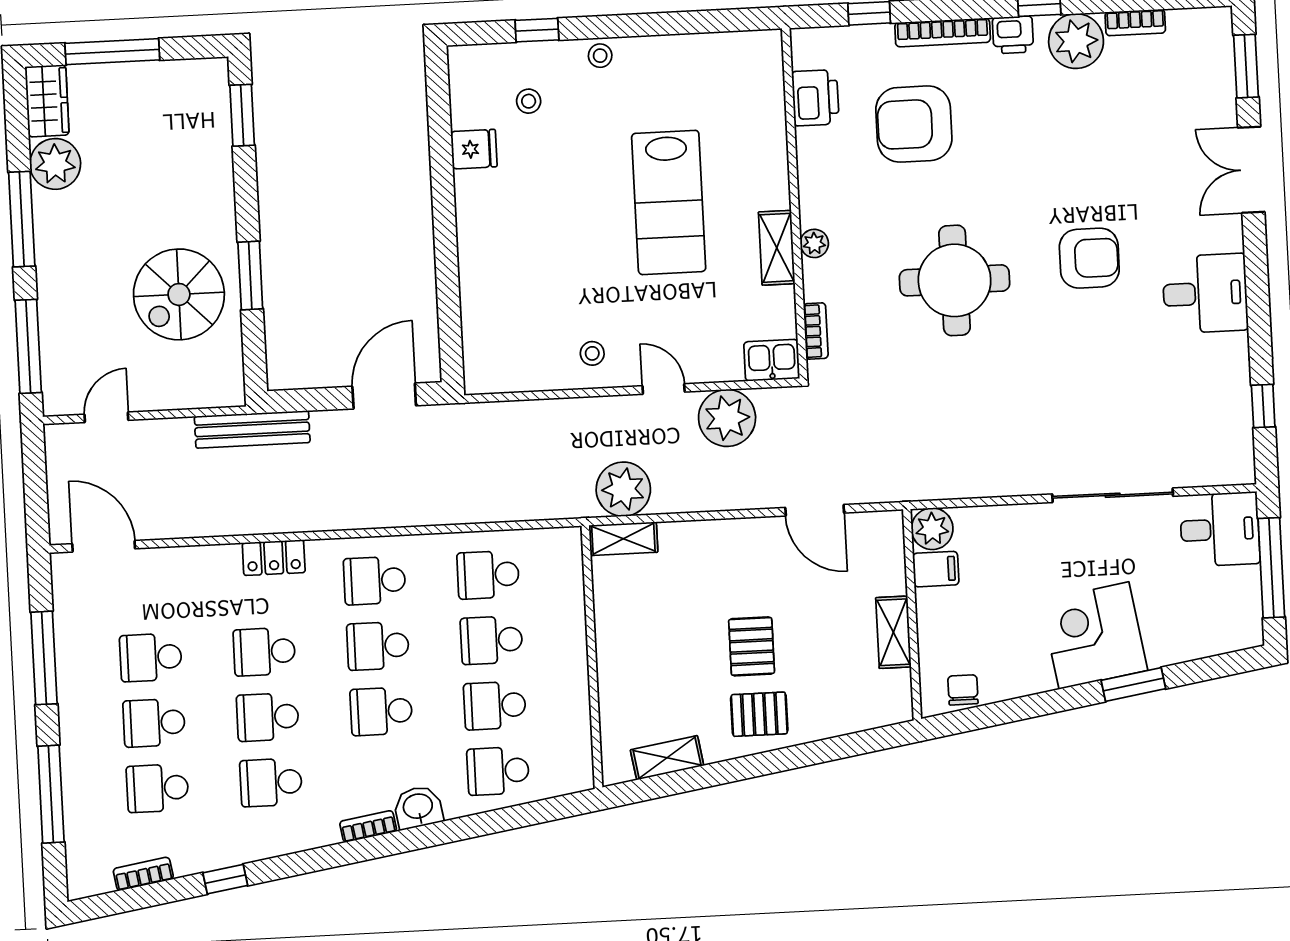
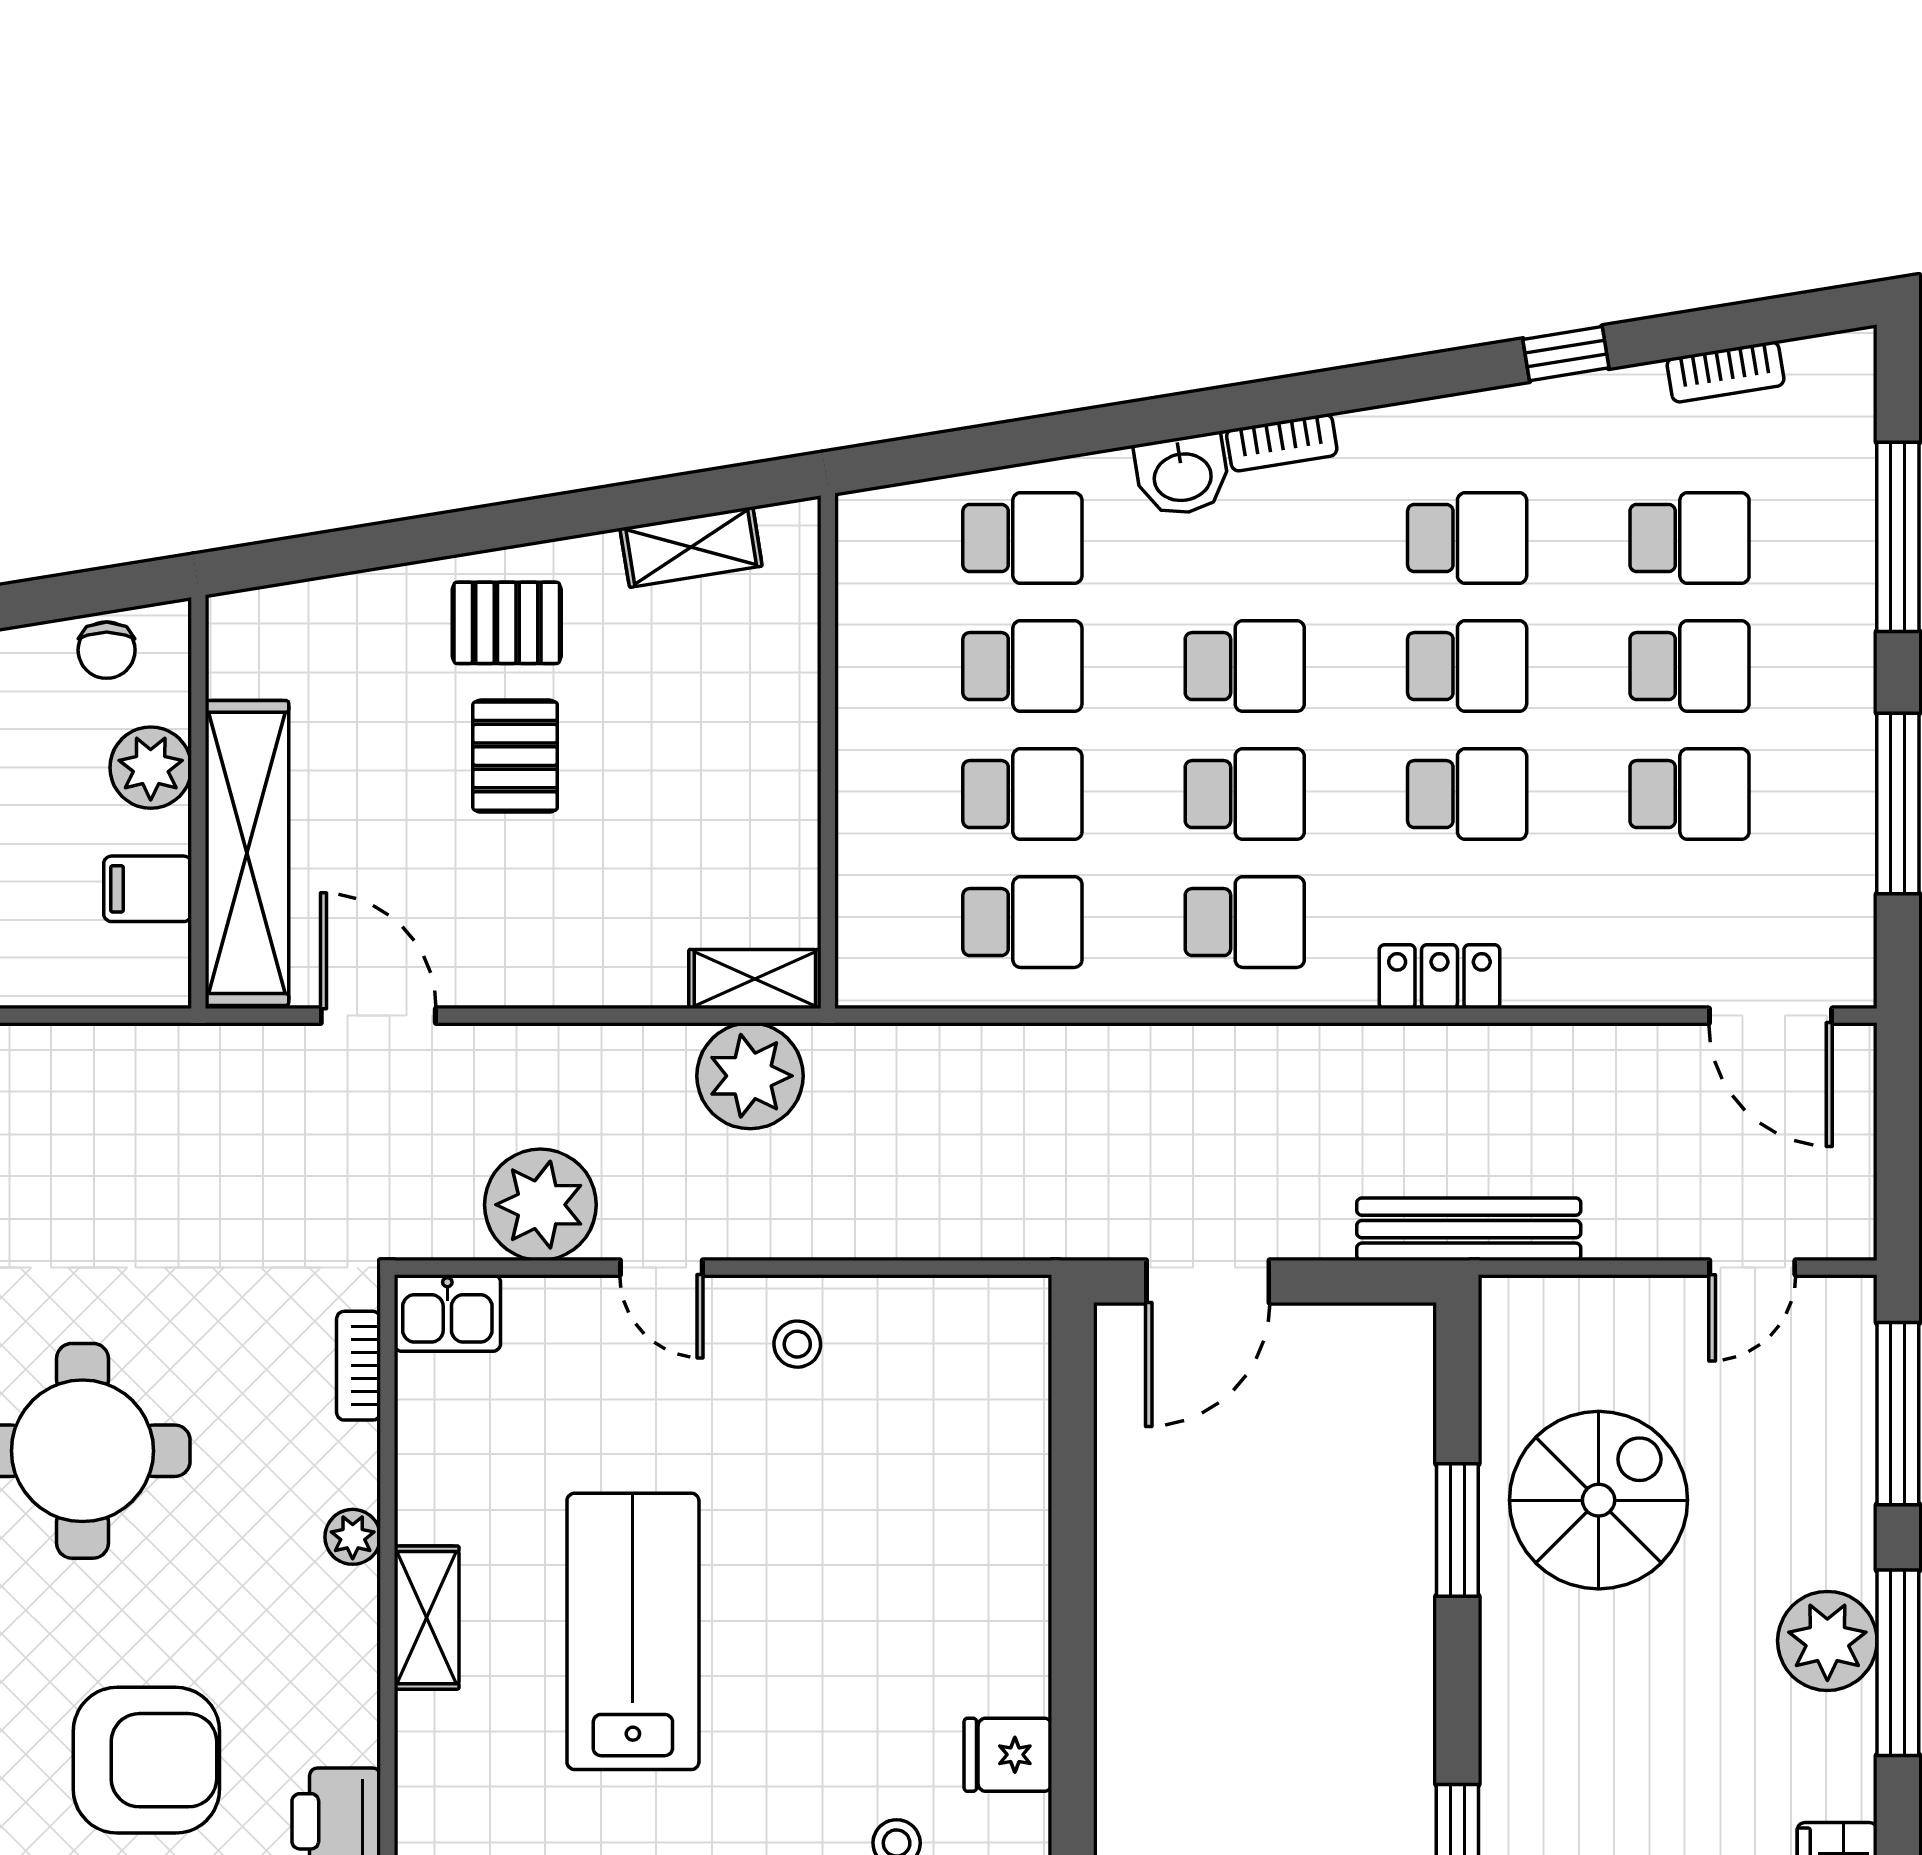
plant: (55, 164) -> (1827, 1641), moved
shelving: (777, 248) -> (427, 1618), moved
plant: (932, 529) -> (151, 768), moved
shelving: (893, 632) -> (247, 853), width x2.20, depth x1.33

